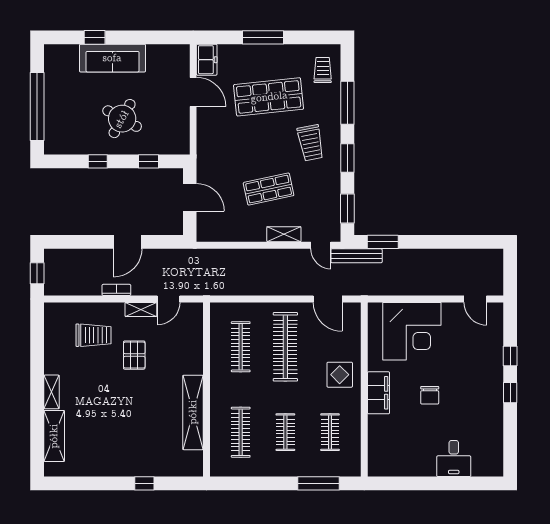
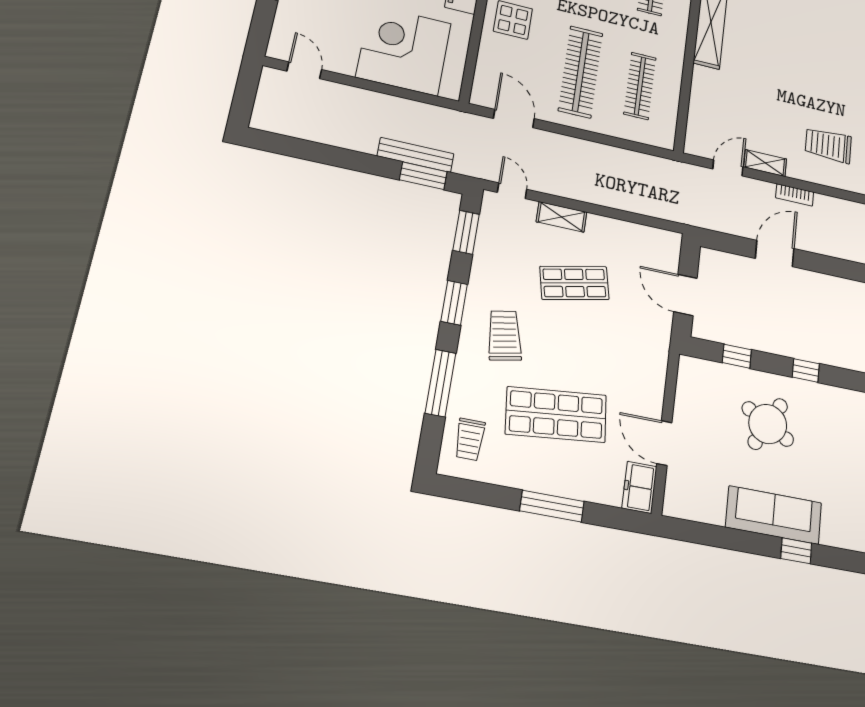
bench: (357, 256) -> (416, 155), moved
pallet: (134, 355) -> (779, 109), removed

